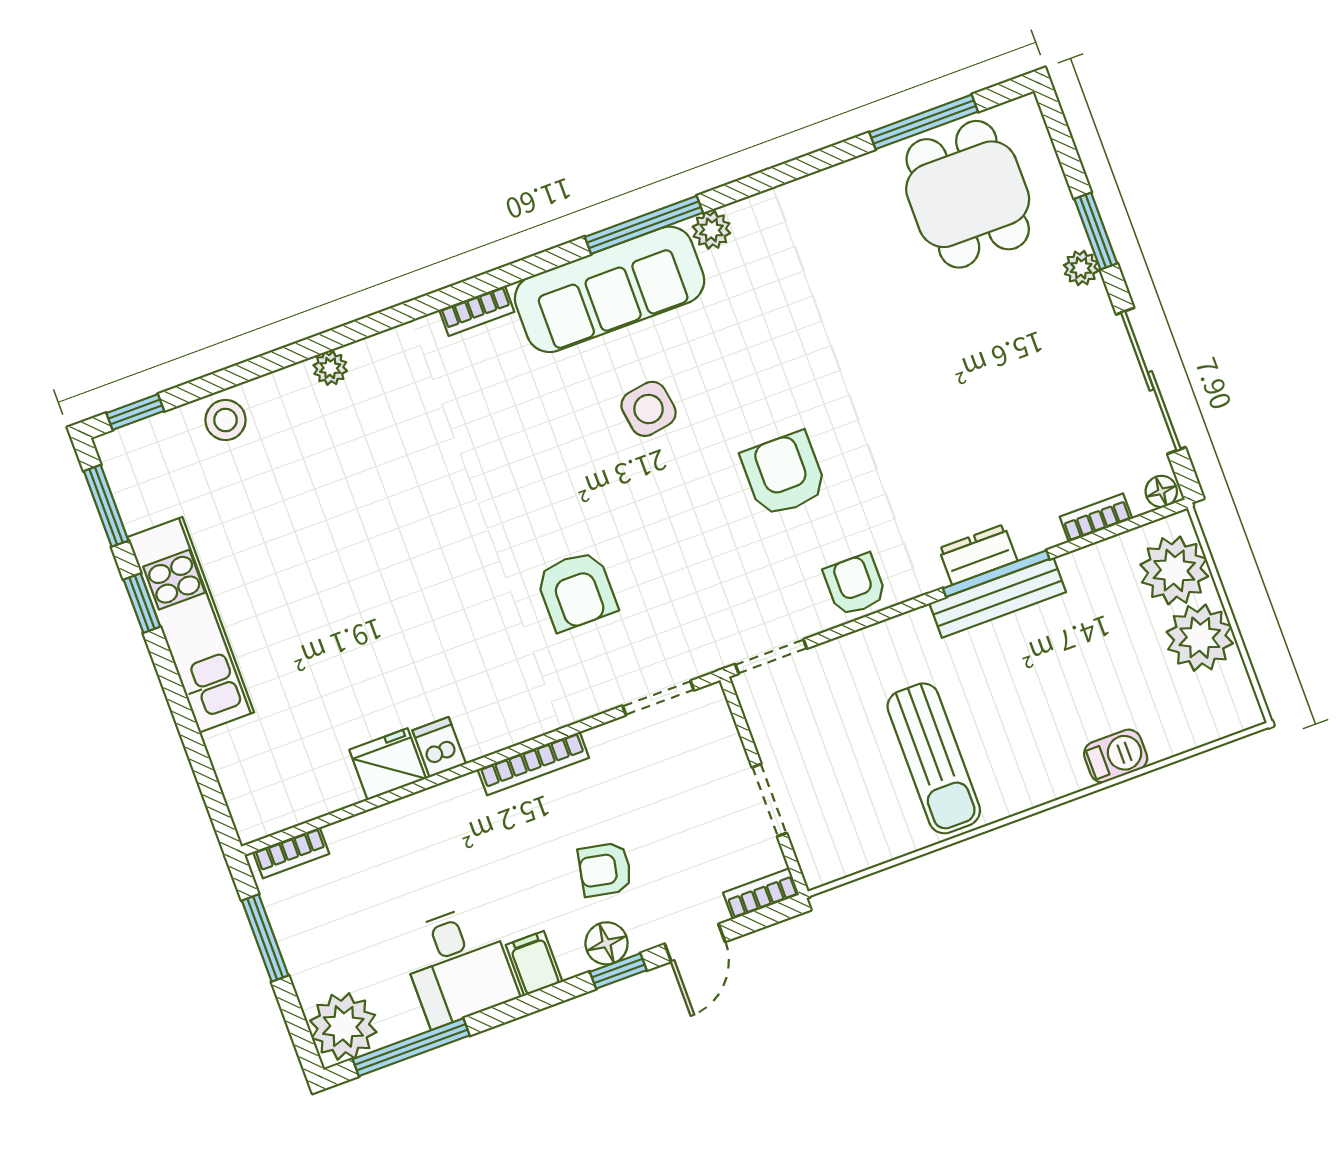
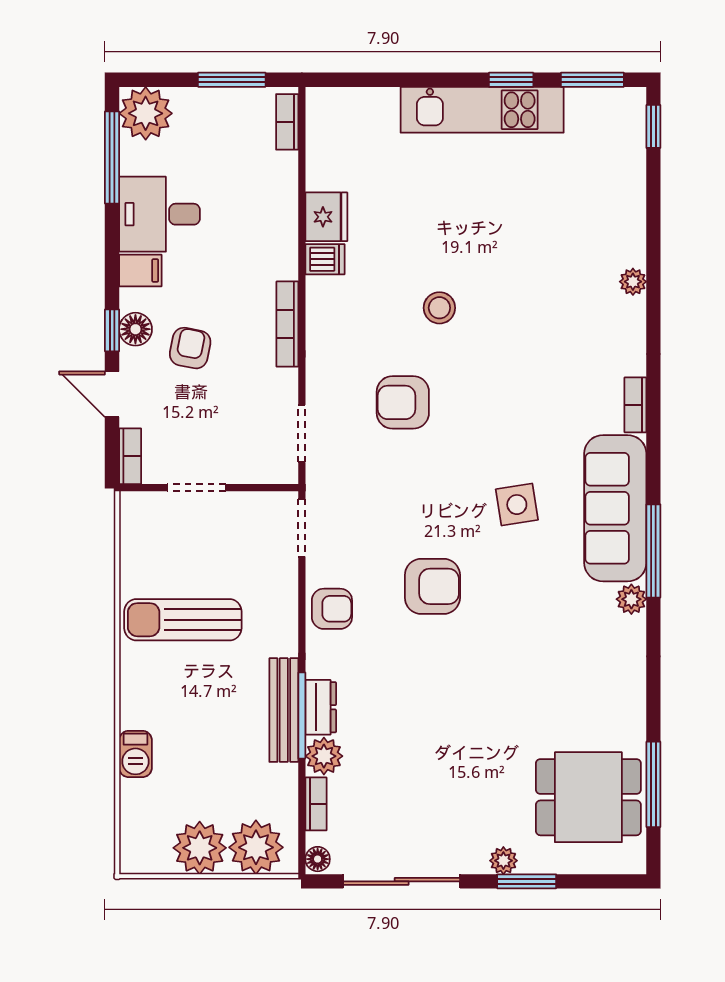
stool: (225, 420) -> (439, 308), moved
plant: (1035, 529) -> (324, 756), added

